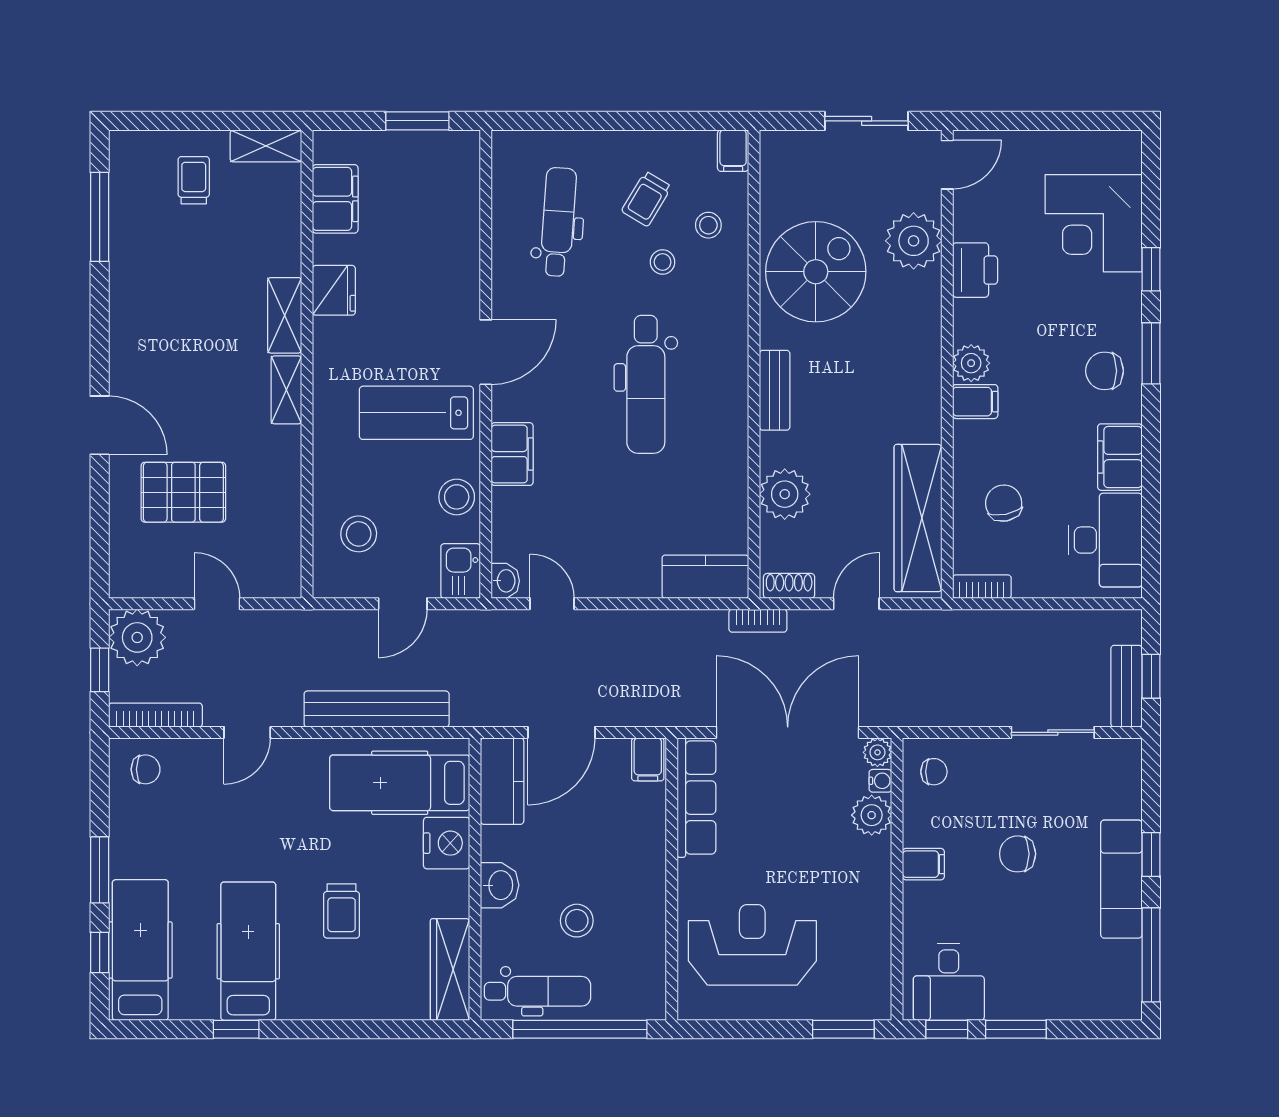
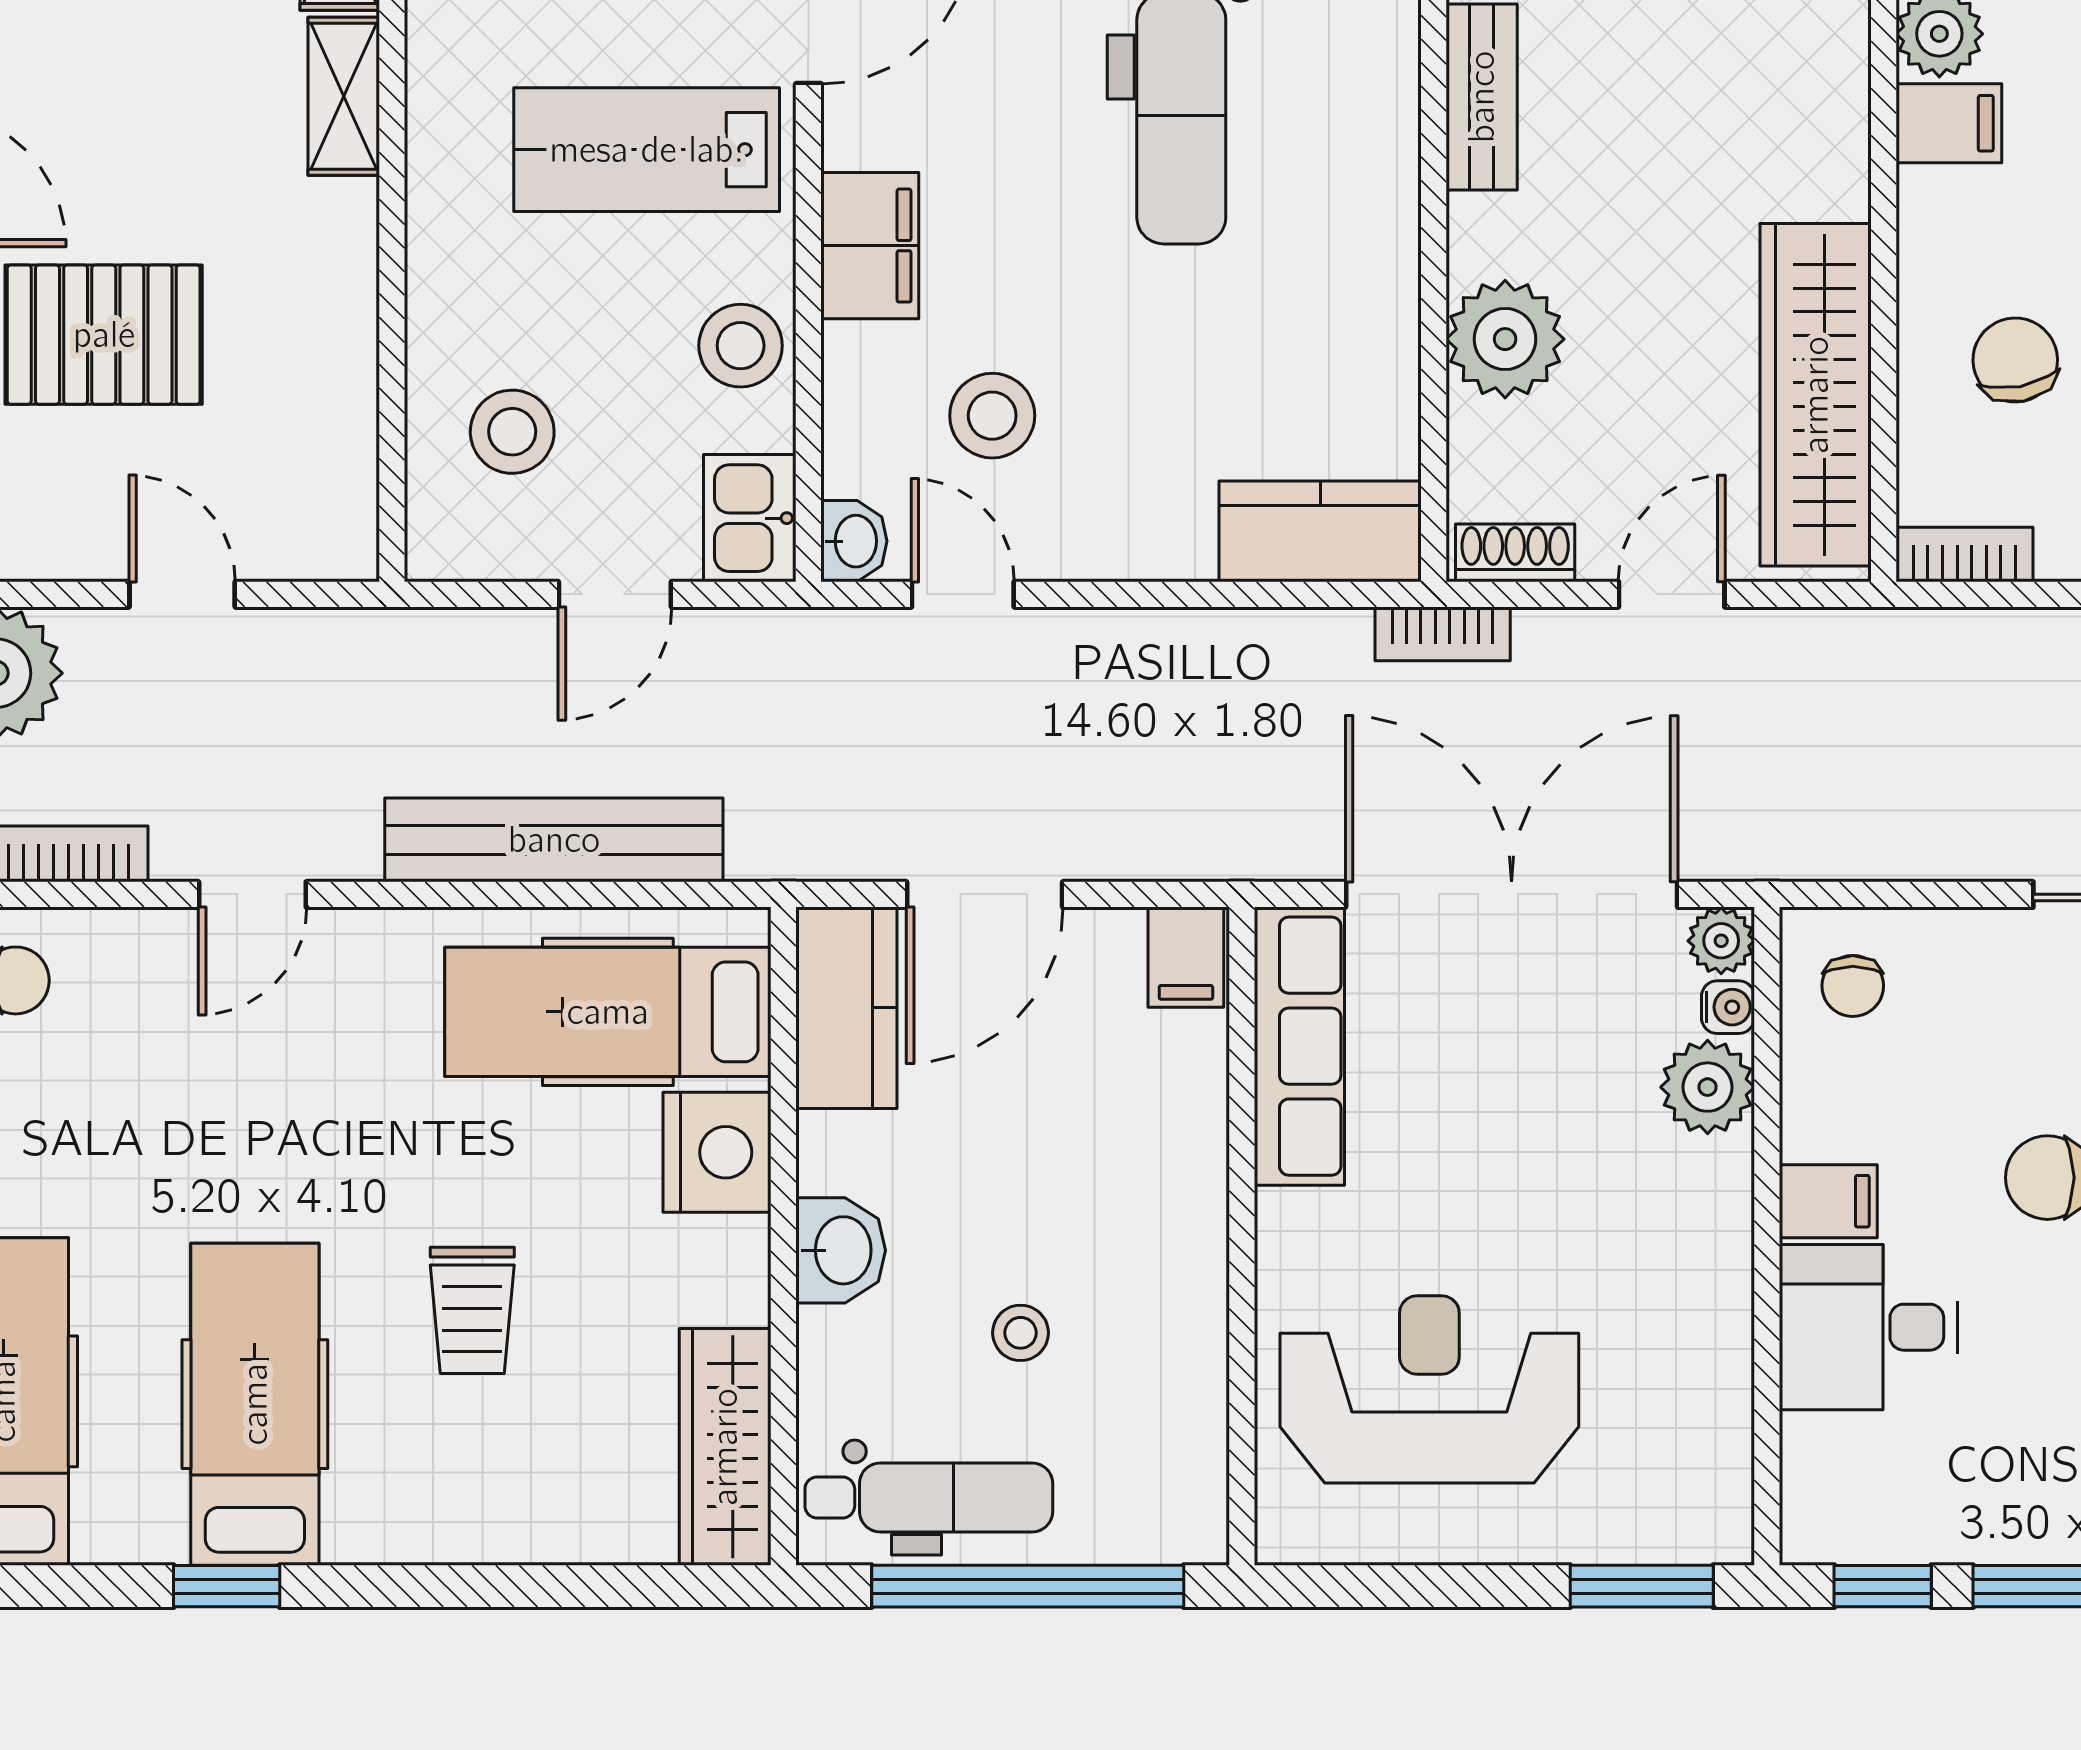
stool: (565, 527) -> (992, 416), added
chair: (934, 772) -> (1853, 986), turned 90
stool: (577, 921) -> (1021, 1333), width x0.73, depth x0.73
desk: (949, 982) -> (1869, 1327), moved, turned 90

